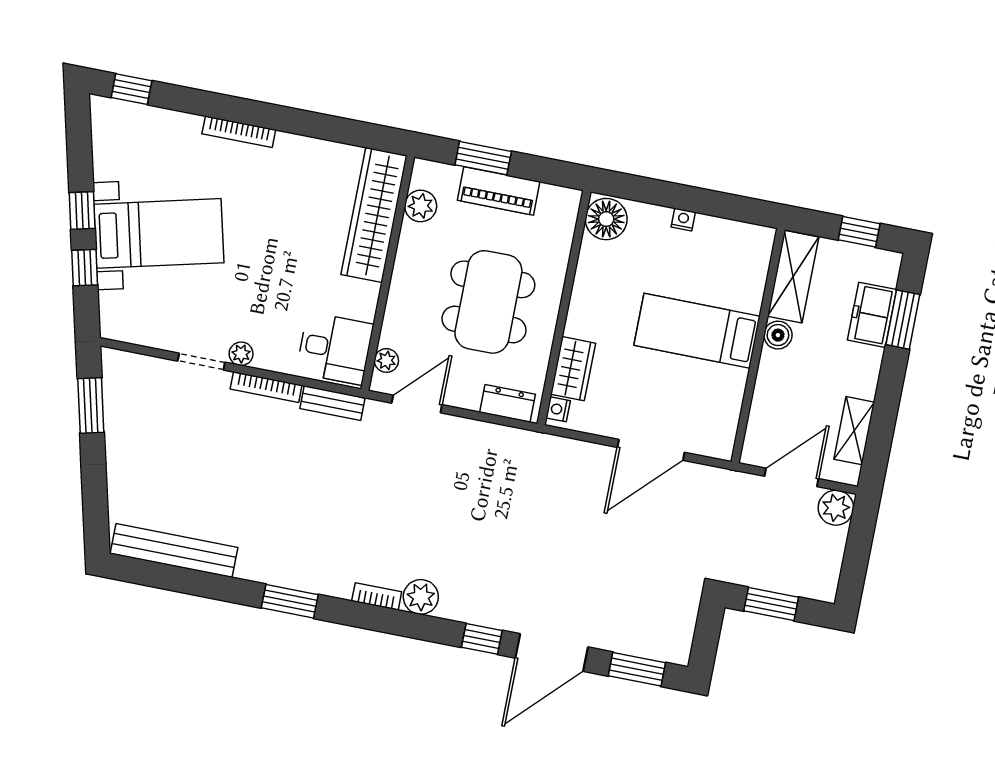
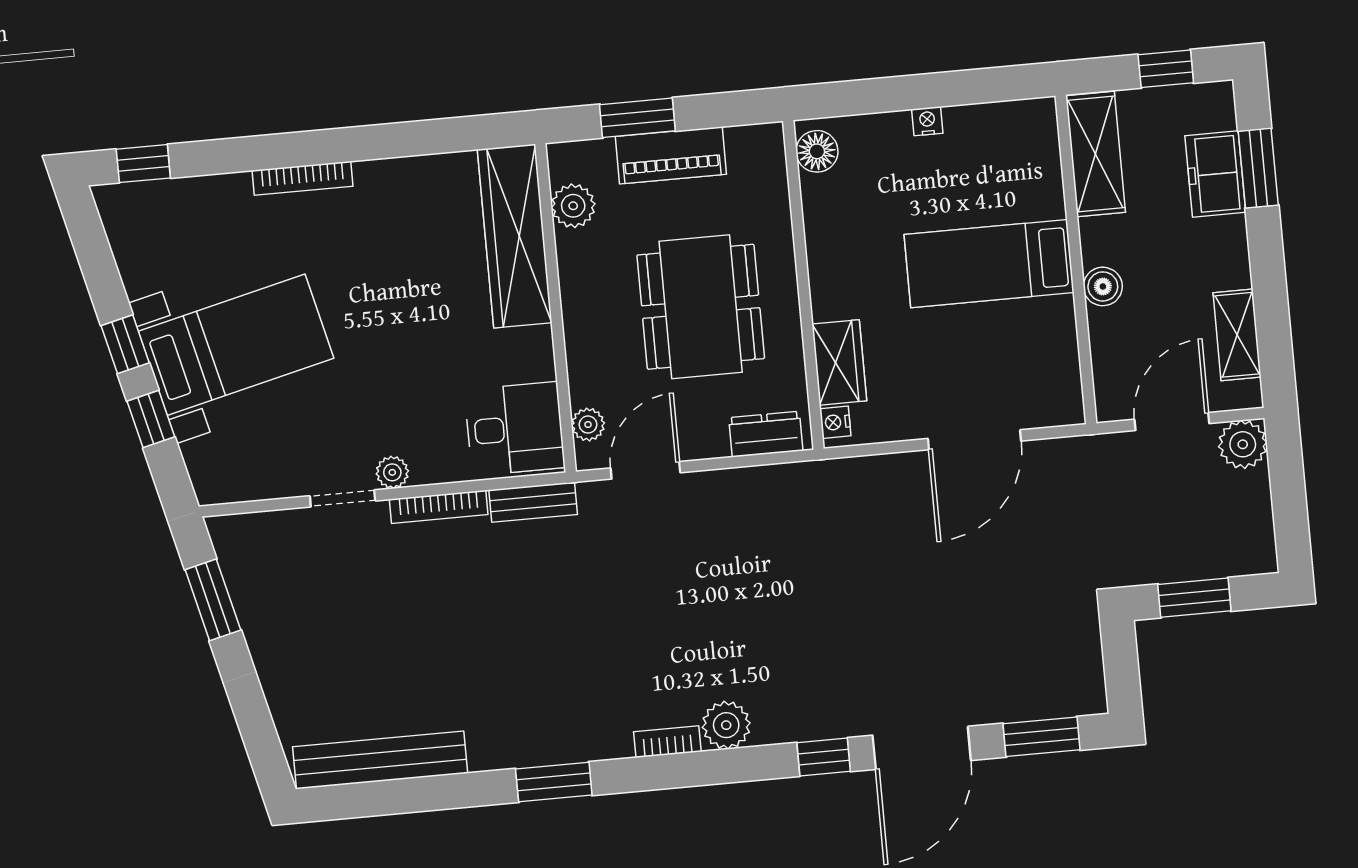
floor lamp: (606, 219) -> (817, 151), width x0.73, depth x0.73
boiler: (778, 335) -> (1103, 286), moved

